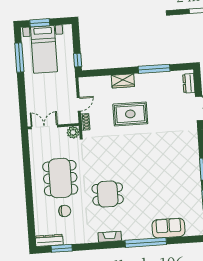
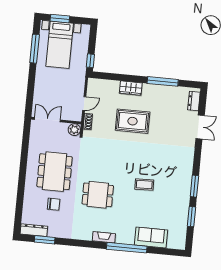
coffee table: (153, 176) -> (144, 185), added
fireplace: (110, 237) -> (104, 237), moved

